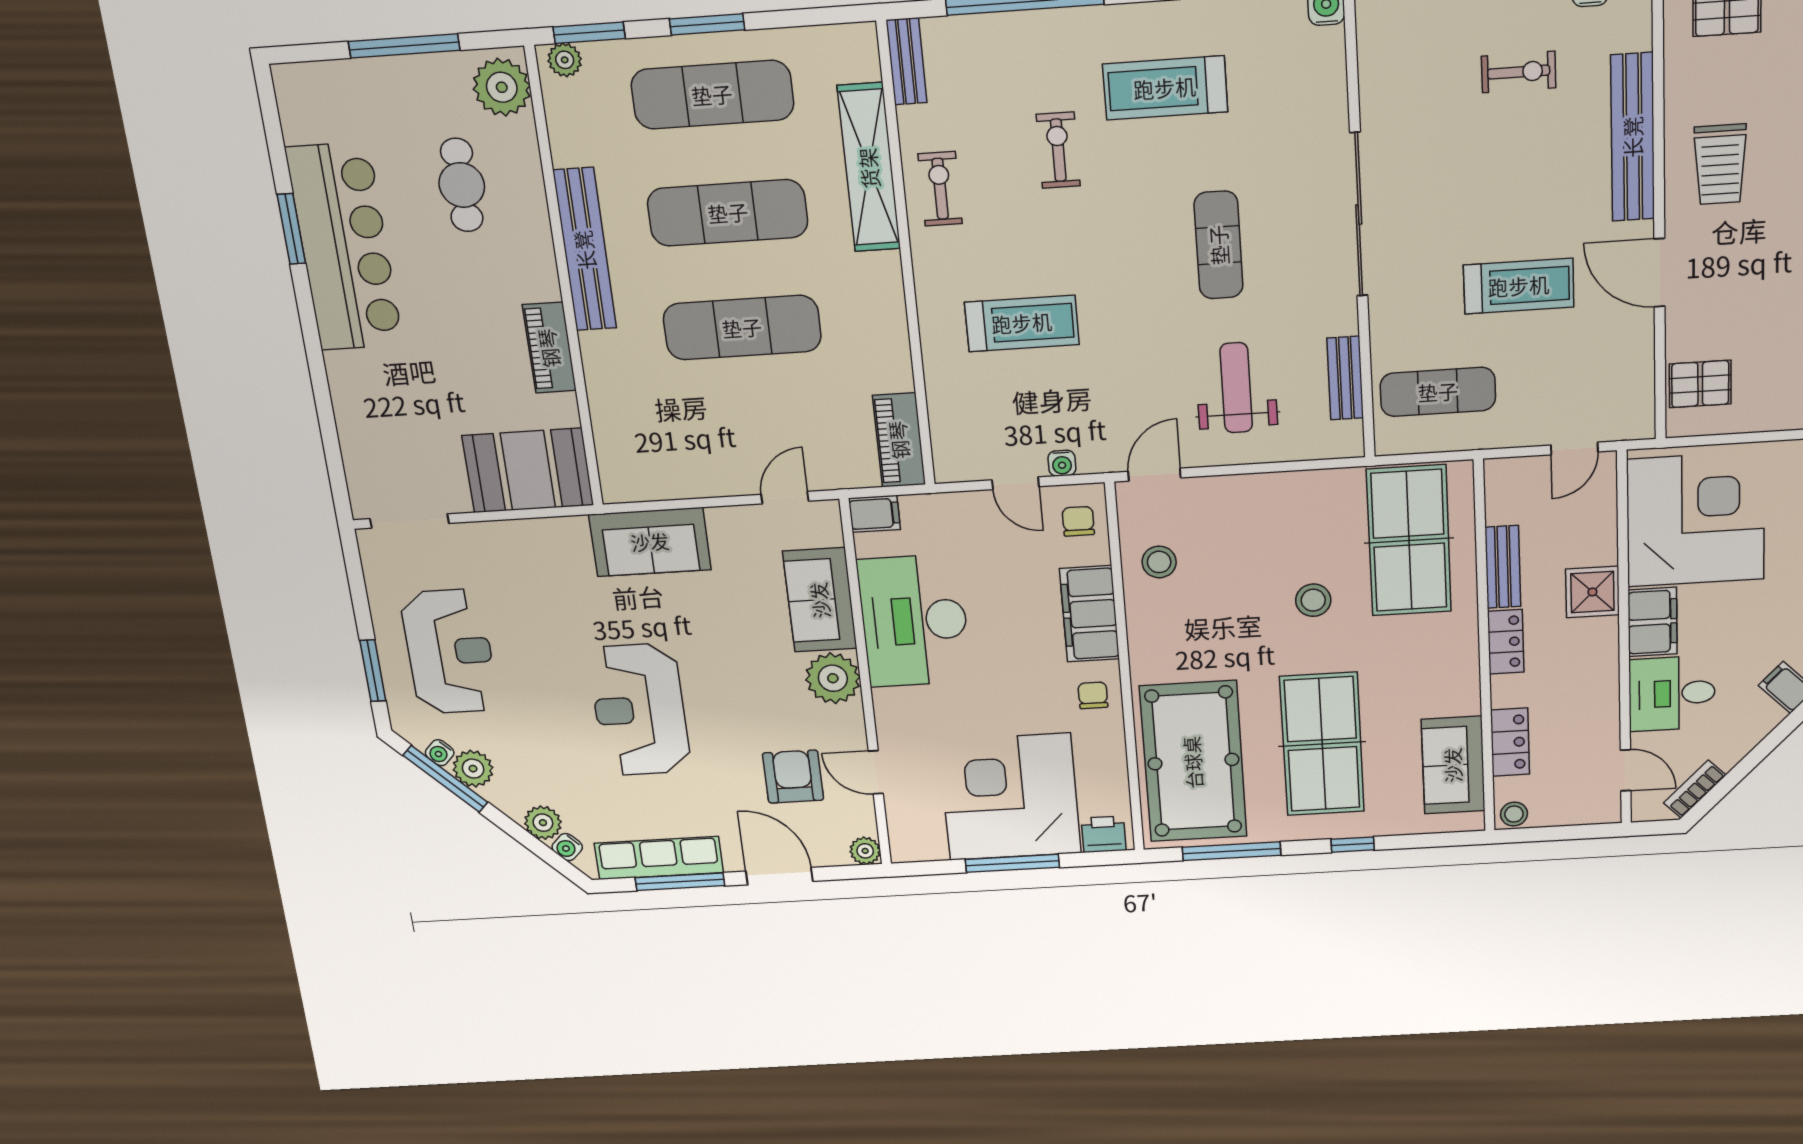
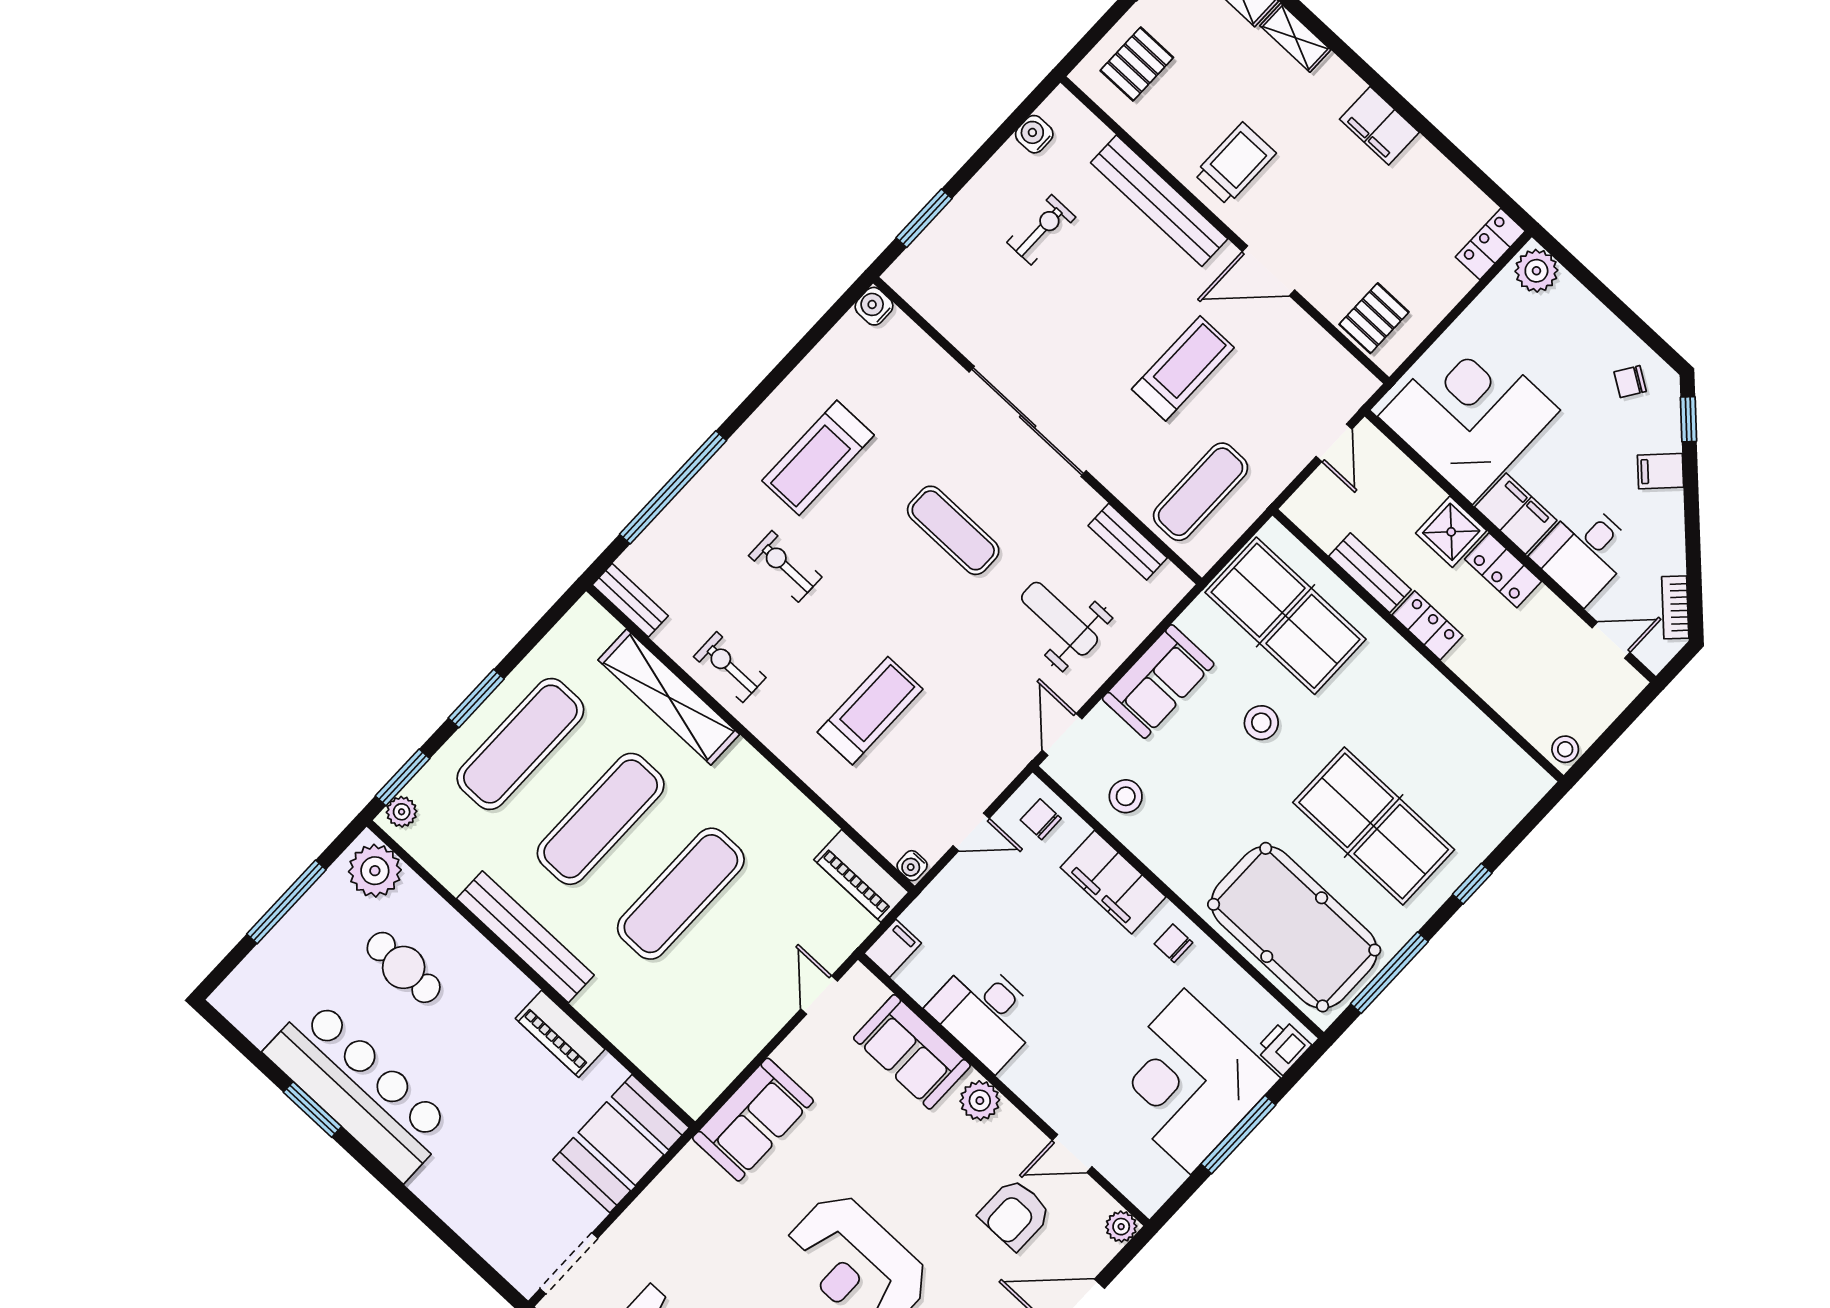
trolley: (1720, 164) -> (1235, 164), turned -90
water cooler: (1062, 463) -> (912, 866), moved, turned 90
desk: (914, 621) -> (985, 1014), width x0.73, depth x0.77
plant: (833, 678) -> (980, 1101), width x0.73, depth x0.73
locker: (1510, 742) -> (1503, 570), moved, turned 180
sofa: (1453, 765) -> (1158, 681), moved, turned -90
armchair: (793, 777) -> (1015, 1214), turned -90

